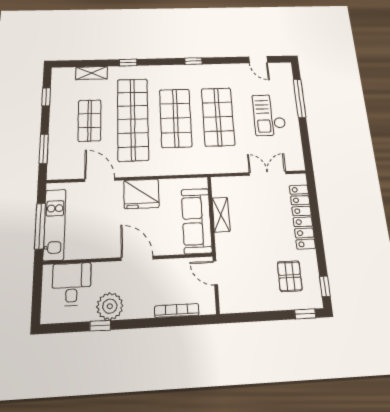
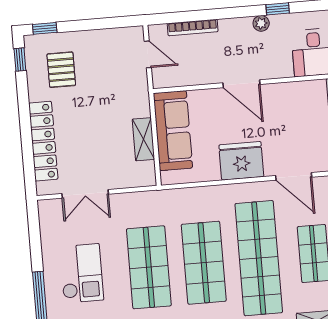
door: (215, 273) -> (148, 54), moved
plant: (110, 306) -> (261, 23), width x0.53, depth x0.53

